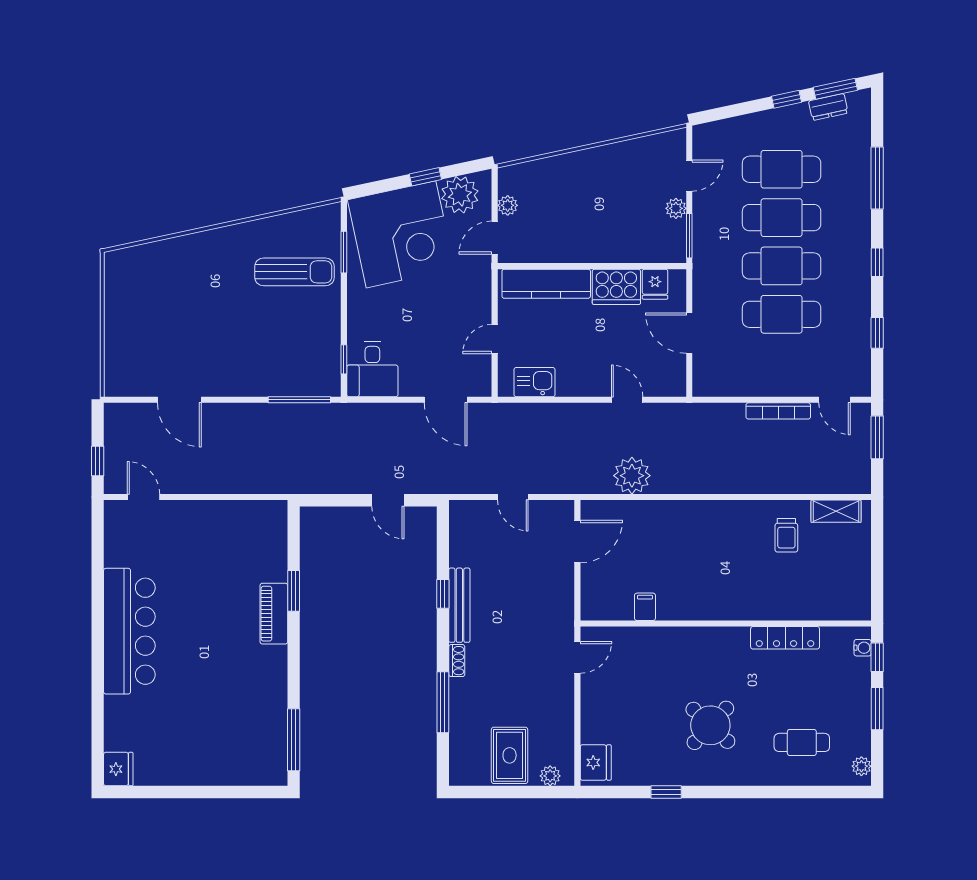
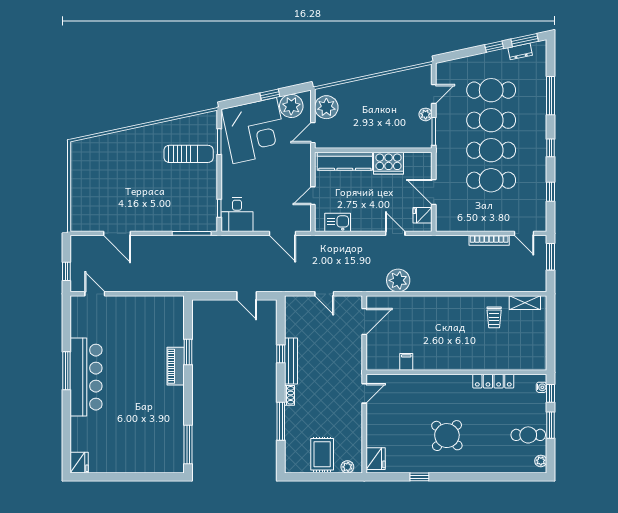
plant: (508, 205) -> (326, 107), width x1.88, depth x1.88
fridge: (655, 284) -> (423, 215), moved, turned 90
window: (98, 621) -> (66, 371), added
cafe table: (802, 742) -> (528, 435), moved

